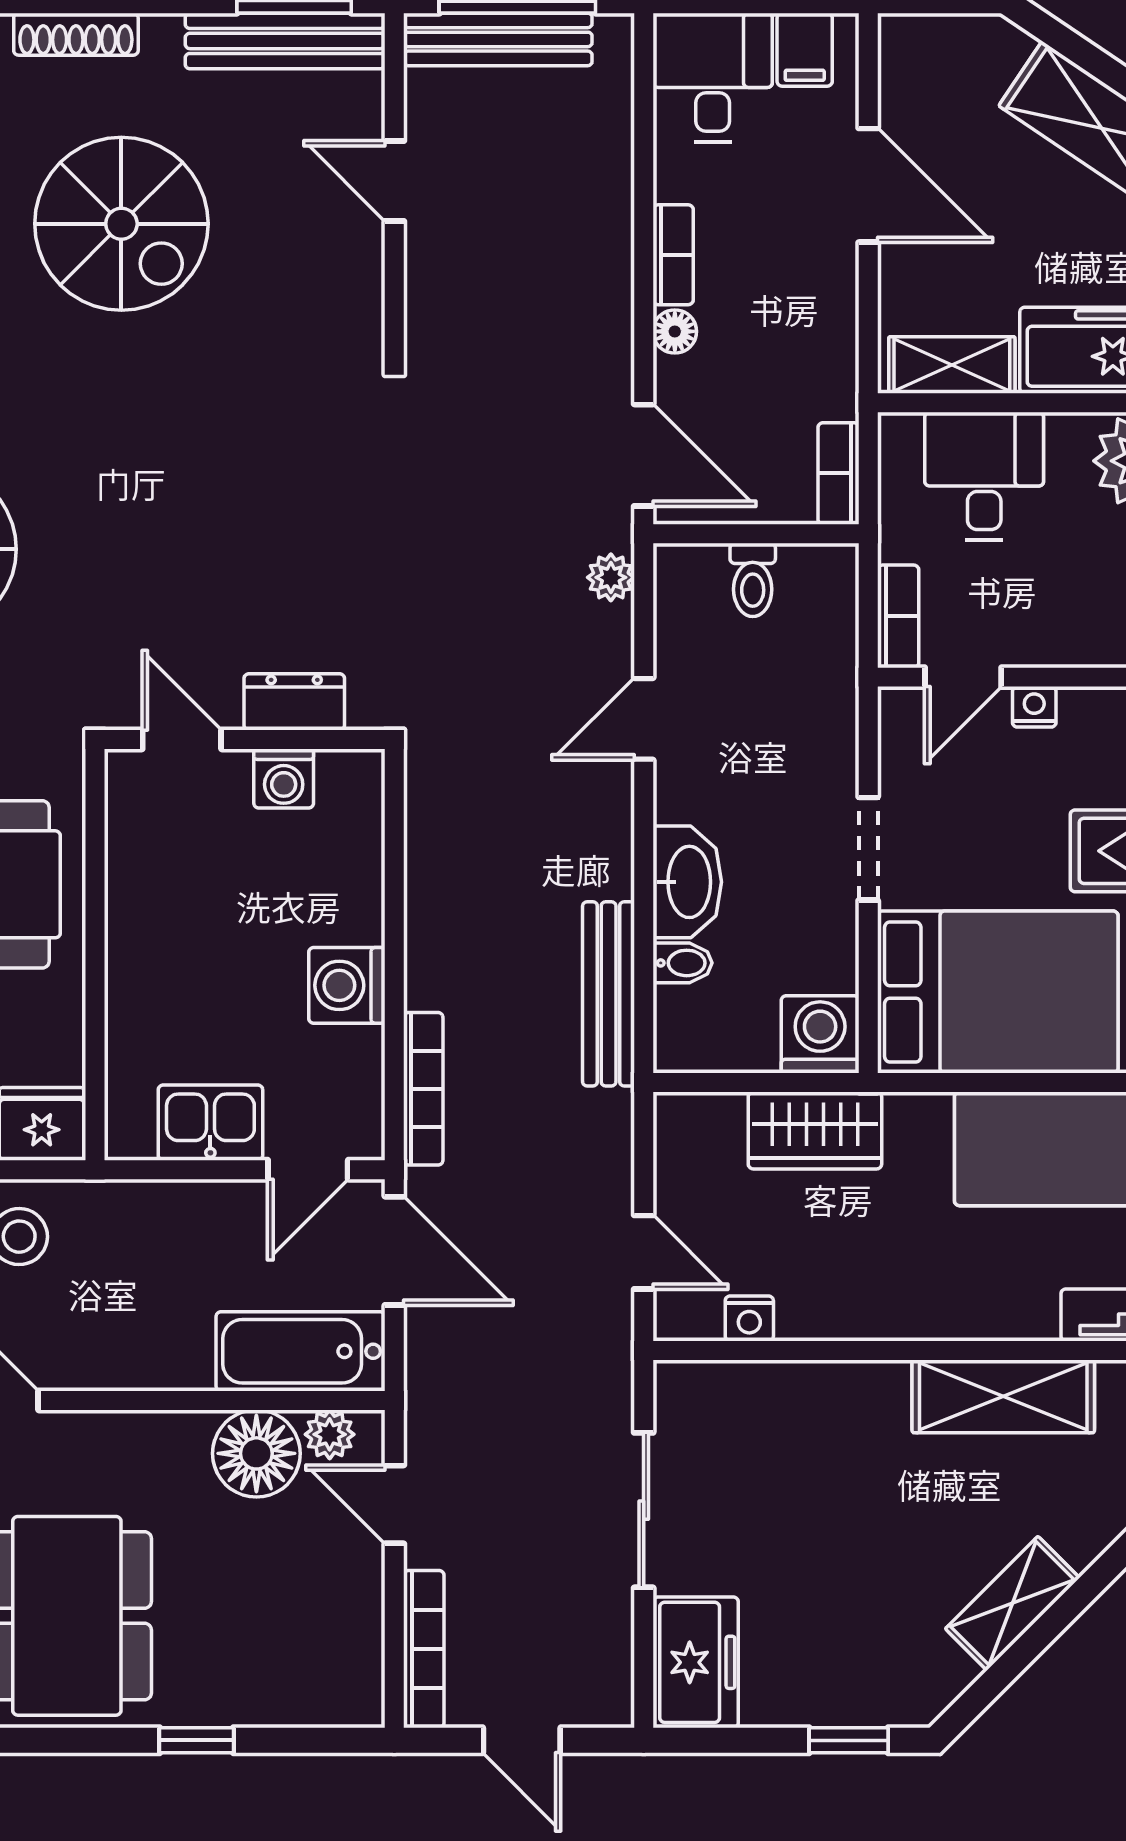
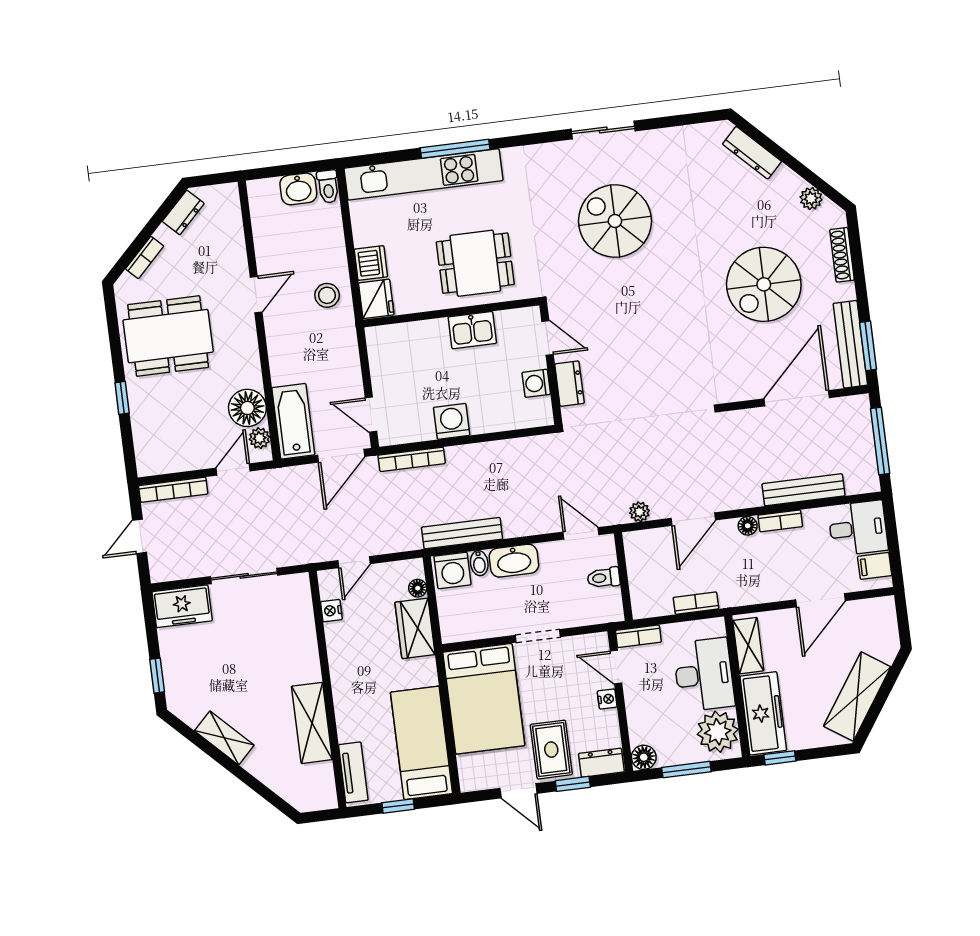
bench: (498, 39) -> (803, 490), moved, turned 90
door: (394, 181) -> (797, 398), width x1.88
desk: (984, 476) -> (704, 675), width x1.37
wall: (756, 534) -> (623, 577), moved
toilet: (753, 580) -> (604, 578), moved
door: (182, 739) -> (547, 338), hinge flipped
washing machine: (820, 1034) -> (453, 570), moved, turned 90
floor lamp: (723, 1112) -> (418, 588), added
kitchen sink: (210, 1123) -> (472, 330), moved, turned 90

